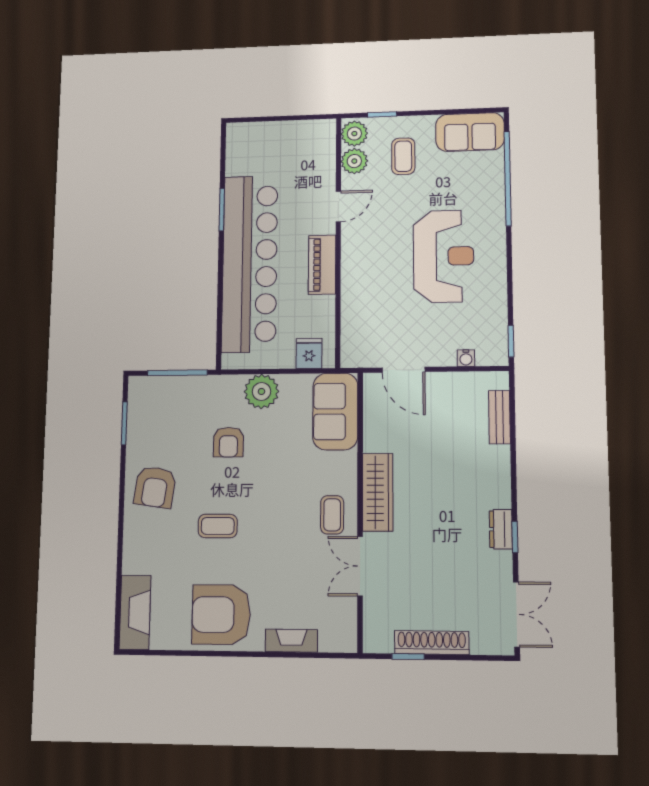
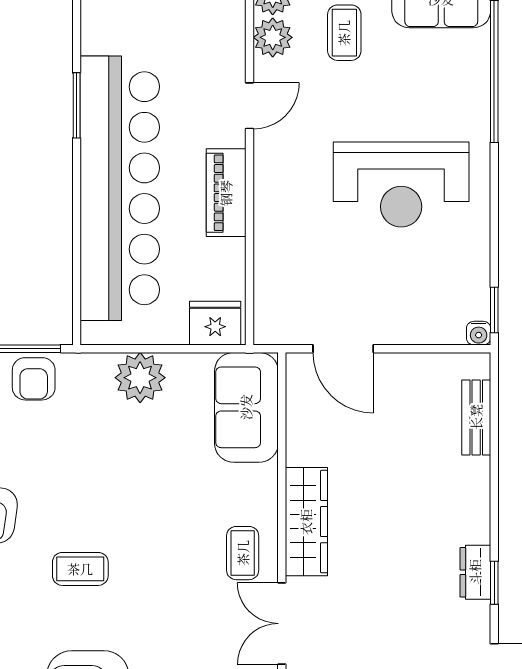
reception desk: (443, 256) -> (401, 185), turned 90
fridge: (309, 353) -> (215, 323), width x1.38
water cooler: (466, 358) -> (479, 333), moved
armchair: (228, 442) -> (34, 379), moved

